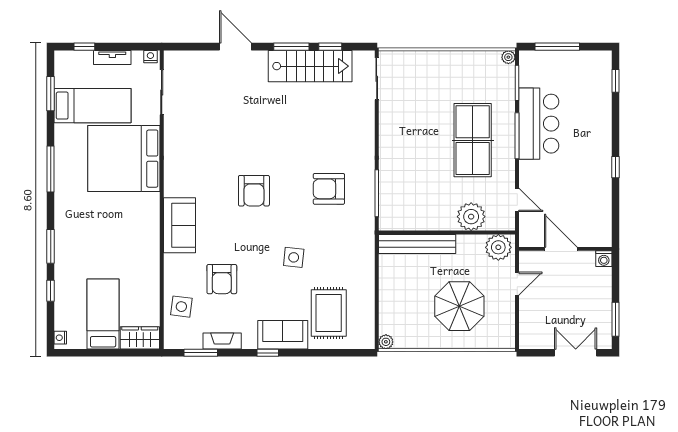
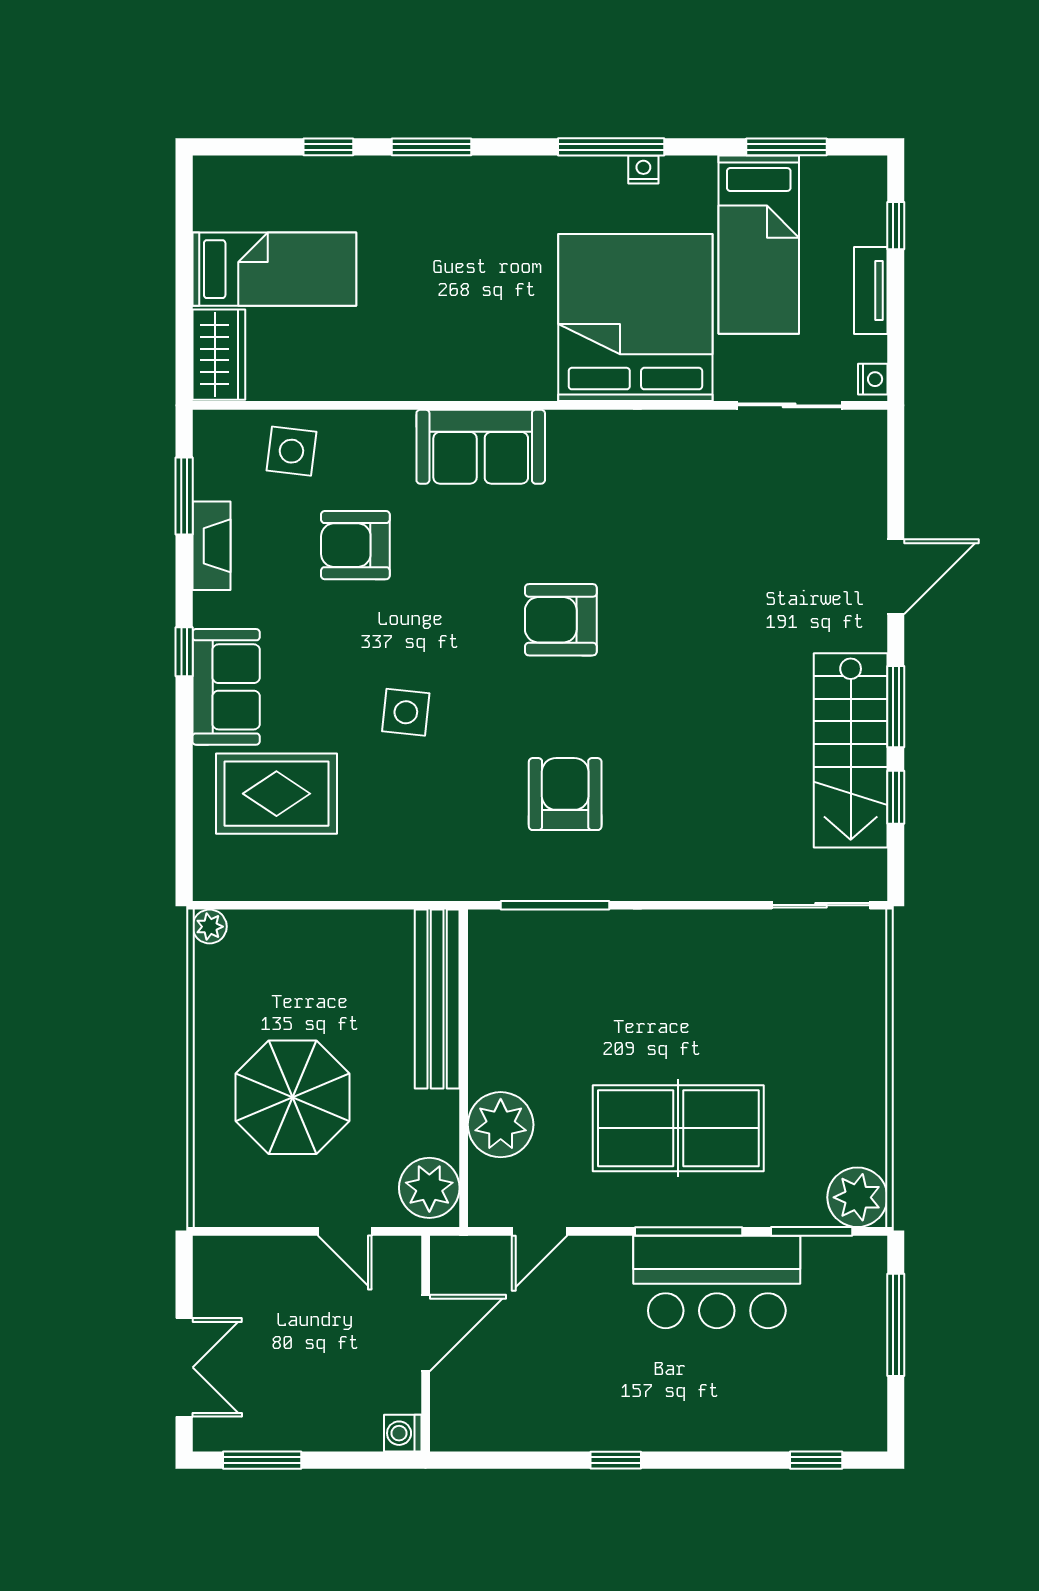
plant: (508, 57) -> (857, 1197), width x1.88, depth x1.88
nightstand: (60, 338) -> (643, 170), moved

